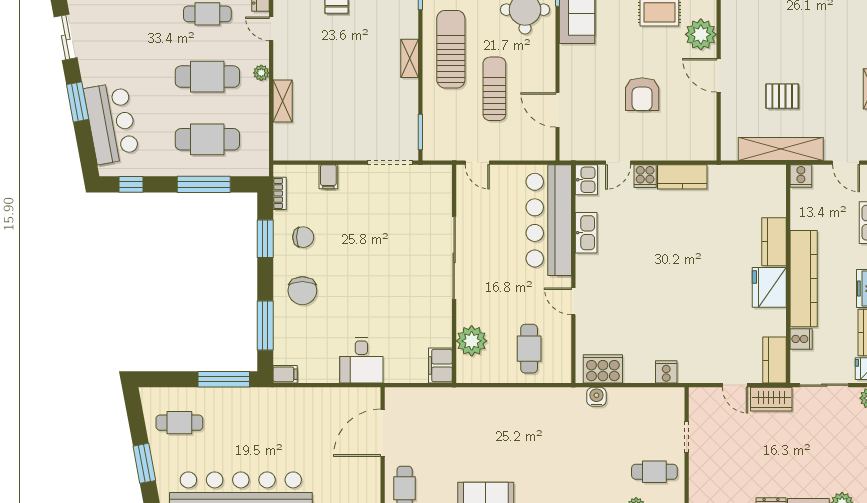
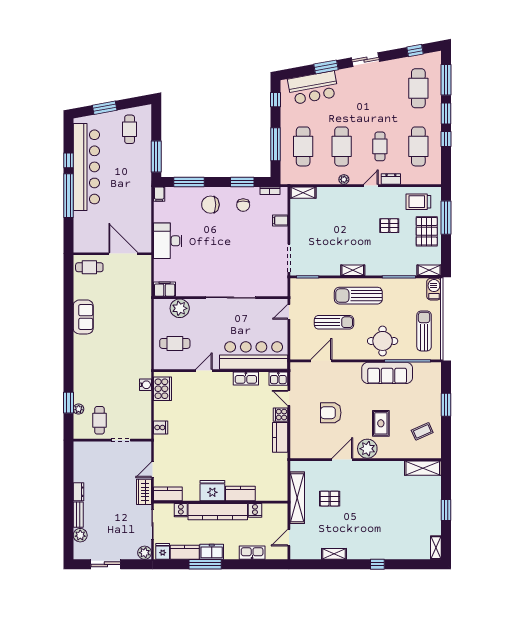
sun lounger: (451, 49) -> (358, 296), turned 180
pallet: (782, 96) -> (330, 499), turned 90
shelving: (283, 101) -> (303, 193), moved
cooker: (801, 176) -> (255, 510), moved, turned -90
desk: (361, 360) -> (168, 241), width x1.37

